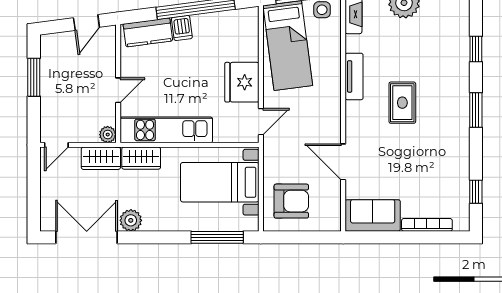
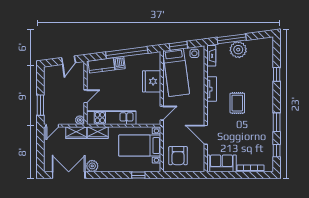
window: (34, 77) -> (40, 105), moved
fridge: (242, 82) -> (152, 81), moved
window: (476, 110) -> (277, 122), moved
armchair: (291, 201) -> (178, 156), turned 90
window: (217, 237) -> (138, 175), width x0.46

